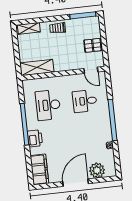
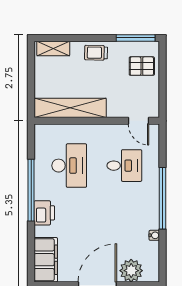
pallet: (93, 45) -> (142, 66), moved
shelving: (37, 67) -> (70, 108), width x1.47
desk: (85, 101) -> (124, 166), turned 180
desk: (48, 105) -> (69, 166), turned 180

